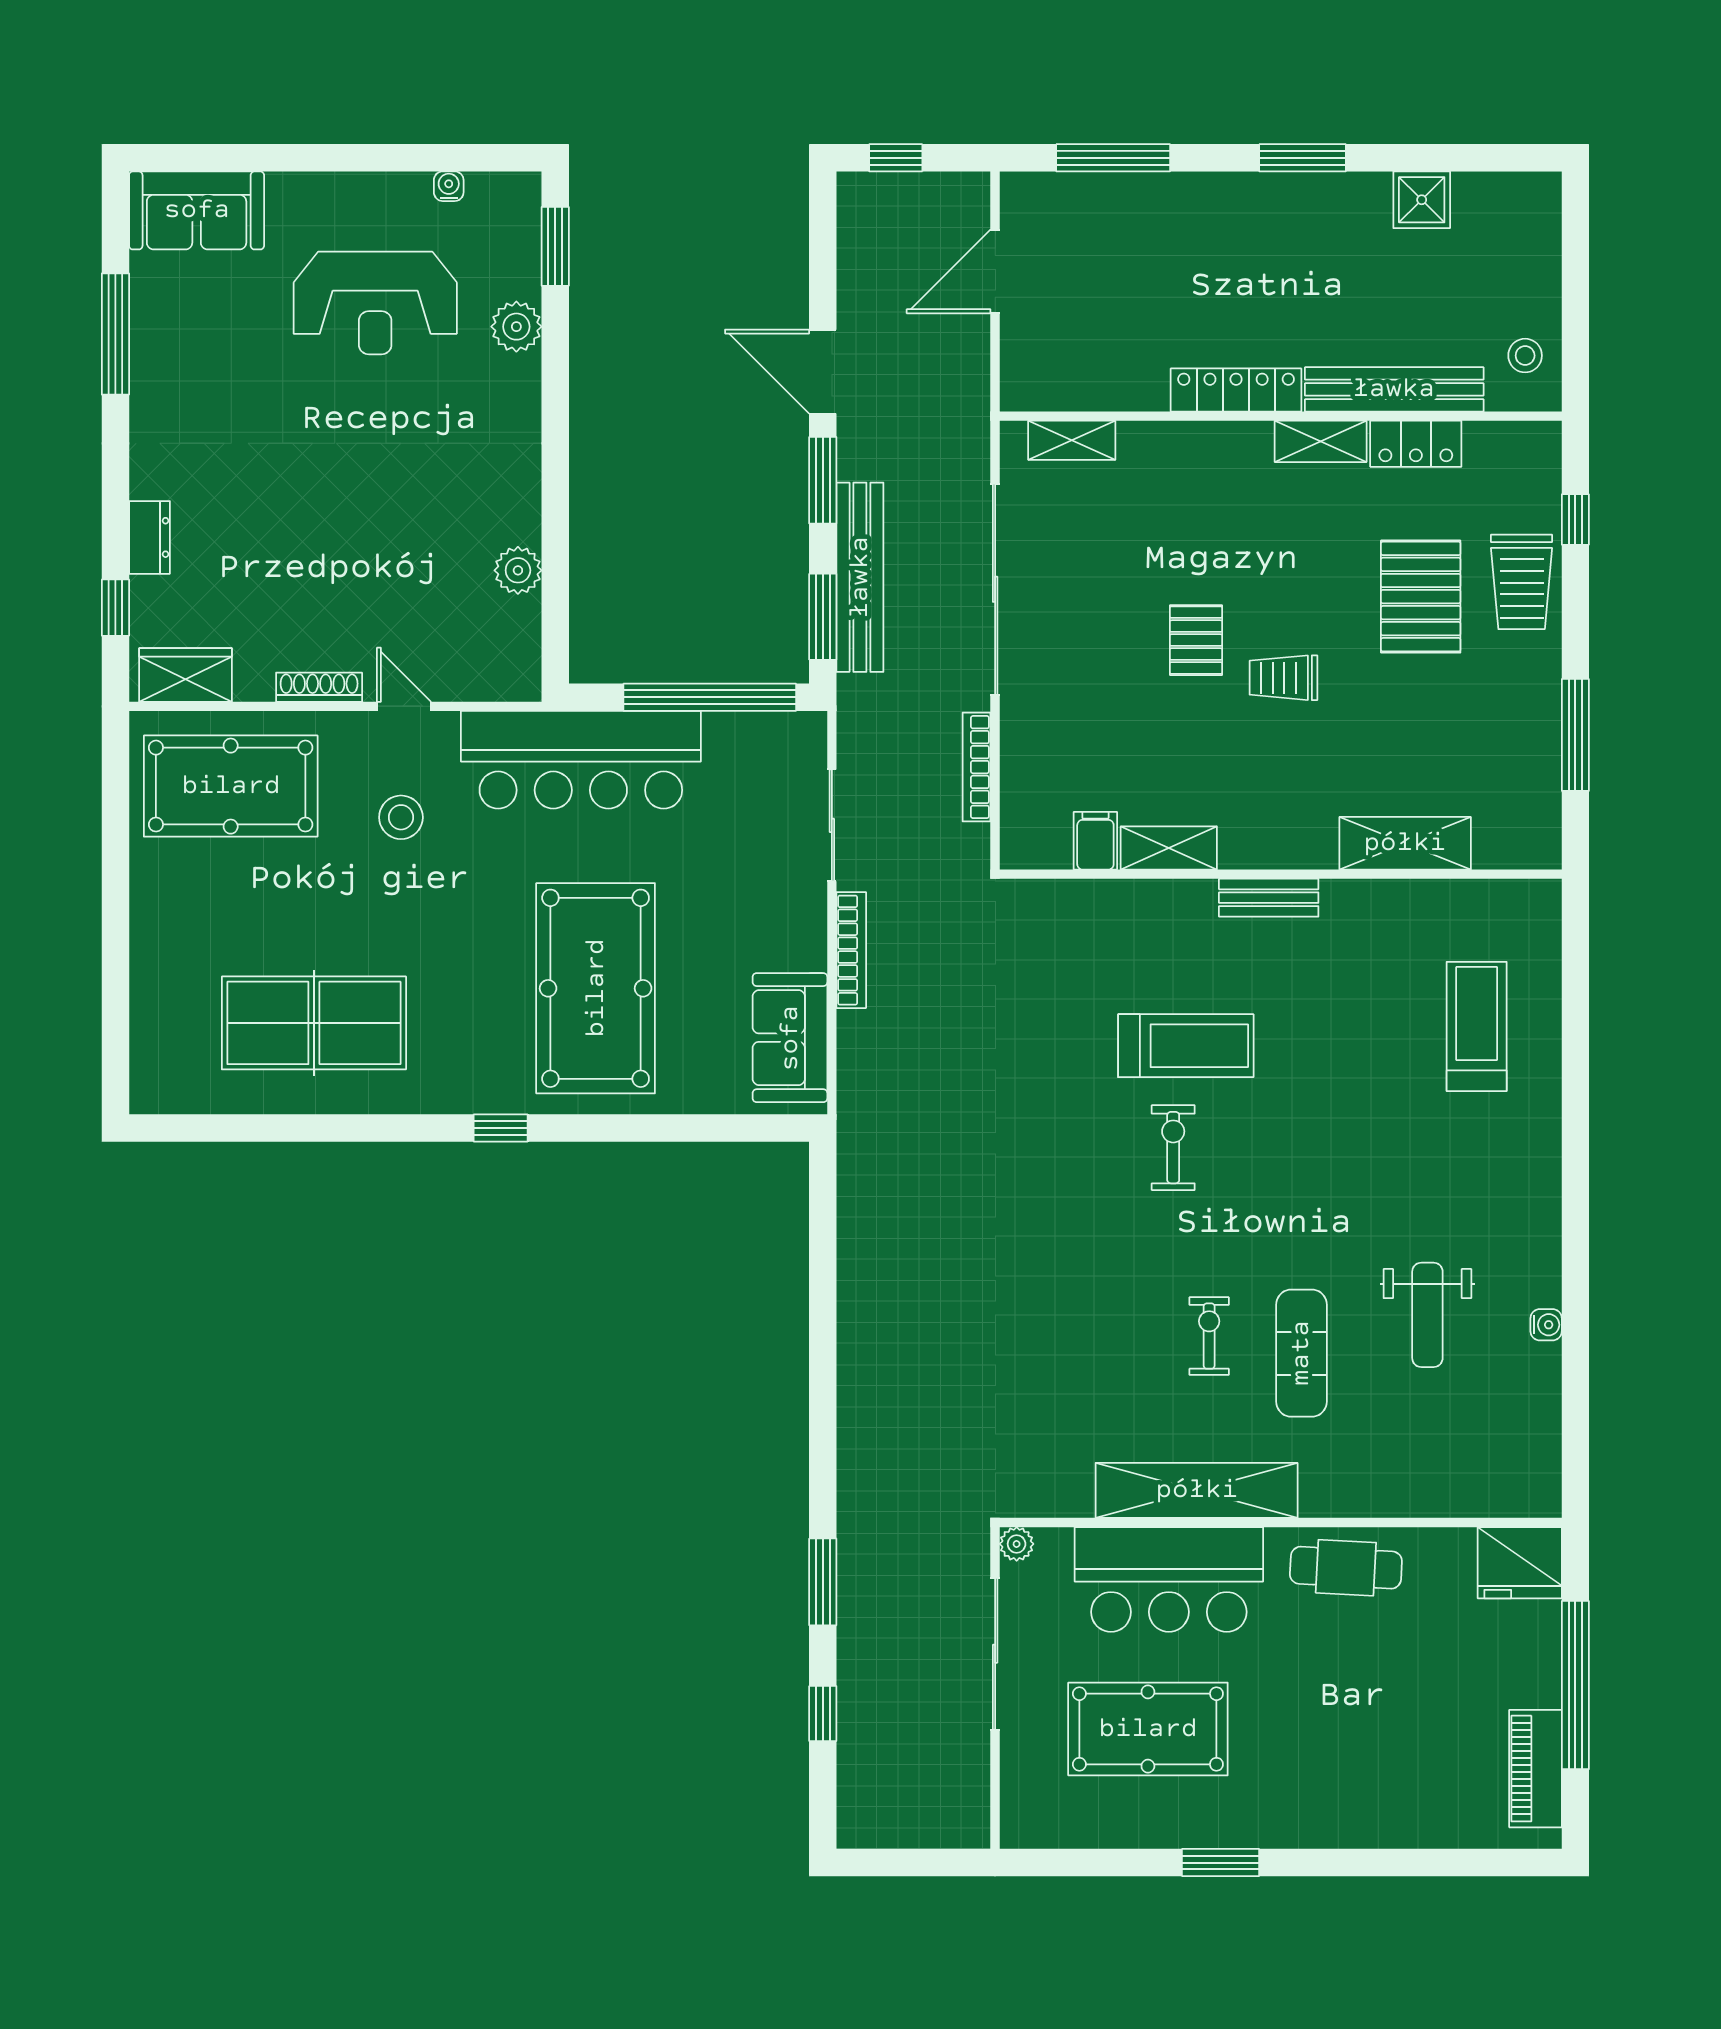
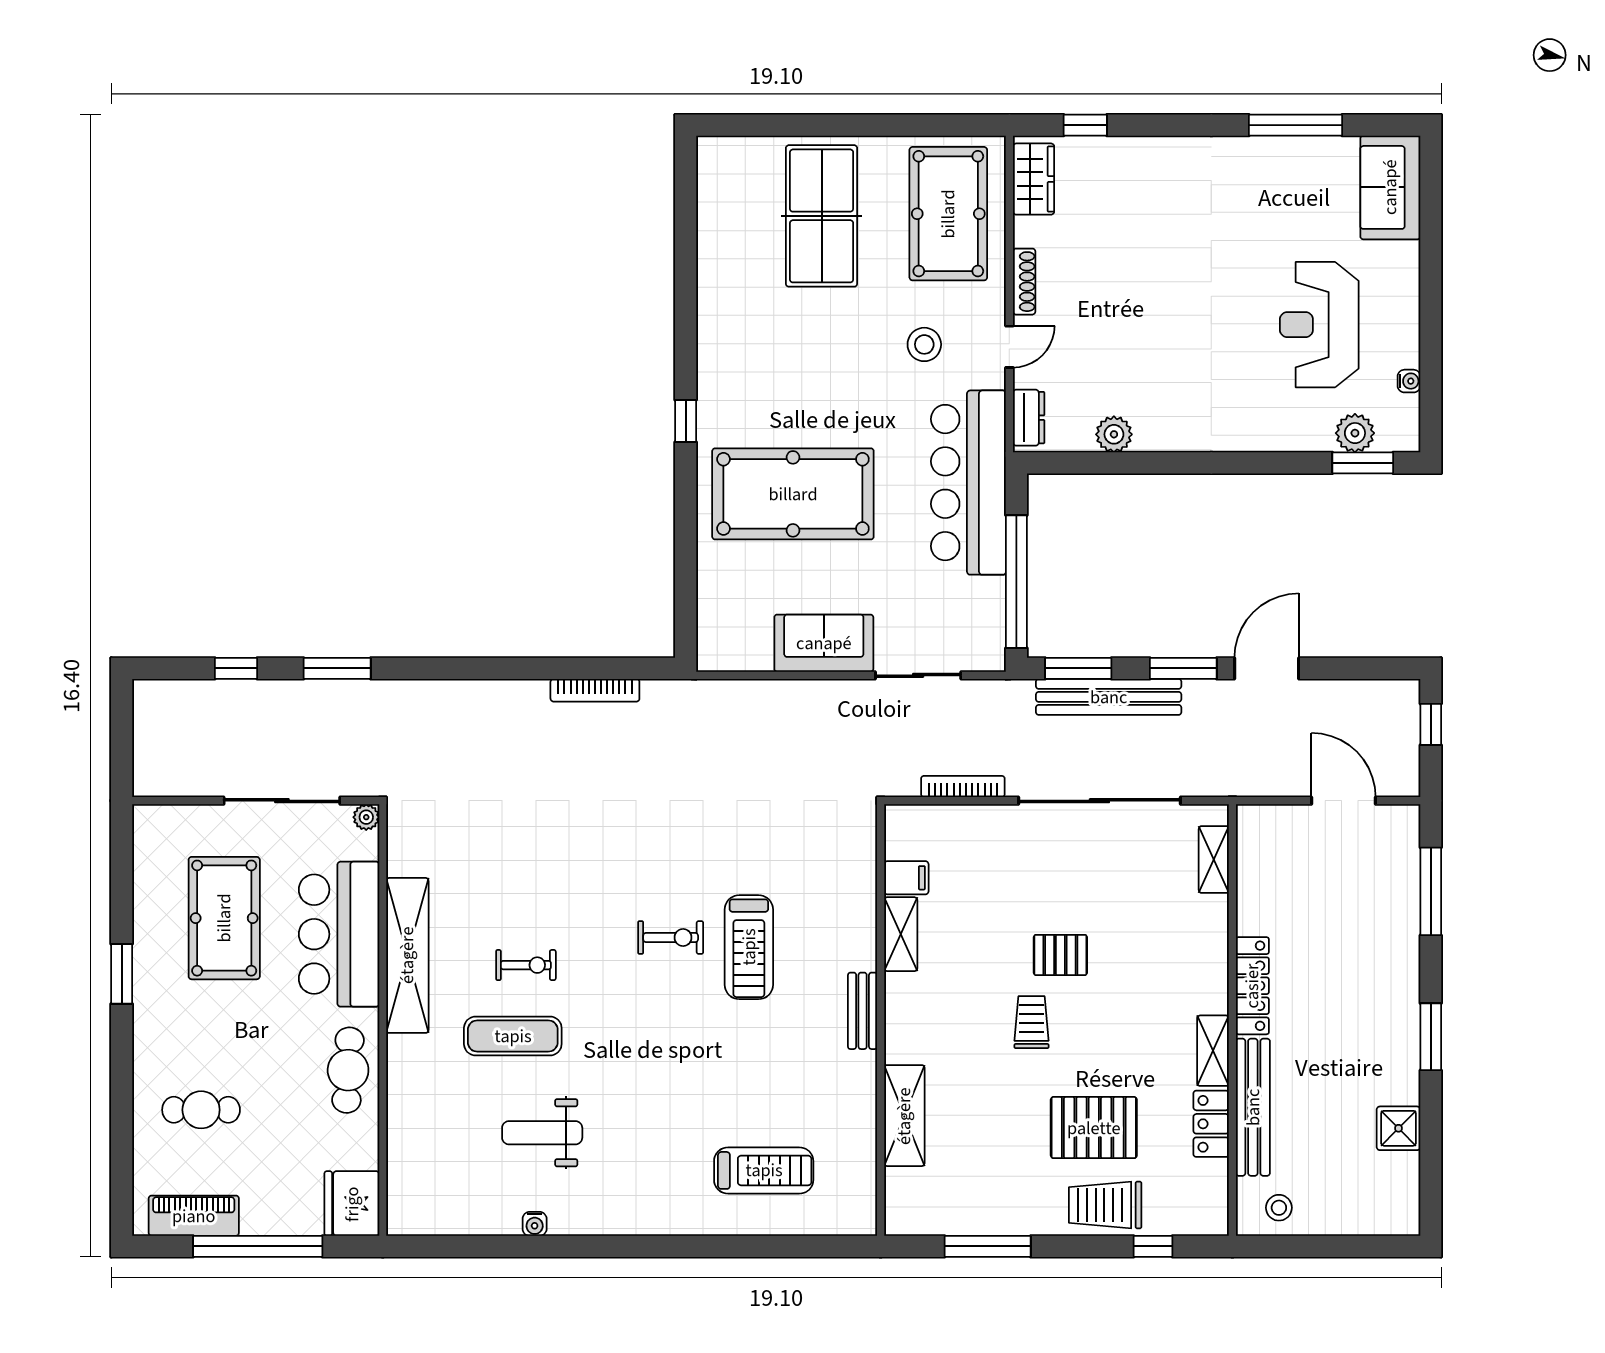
plant: (516, 327) -> (1355, 433), moved
dresser: (150, 537) -> (1029, 418), moved, turned -90
bookcase: (851, 950) -> (595, 690), moved
table tennis table: (314, 1023) -> (822, 216), moved
sofa: (790, 1038) -> (824, 643), moved
cafe table: (1398, 1759) -> (201, 1110), added

